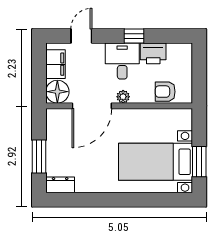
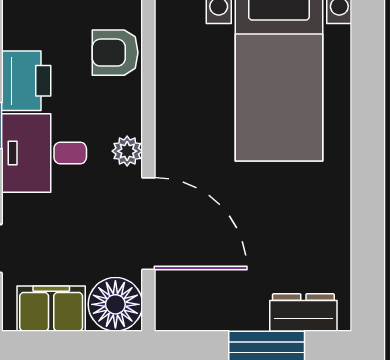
armchair: (165, 92) -> (115, 53), turned 90
dresser: (60, 185) -> (303, 313), moved, turned 90

